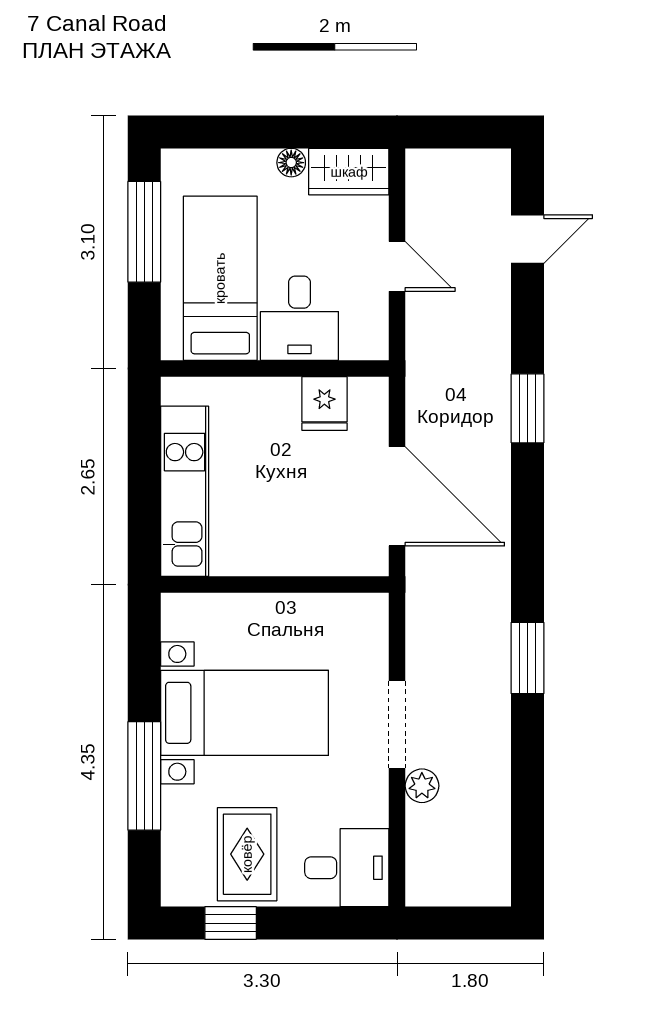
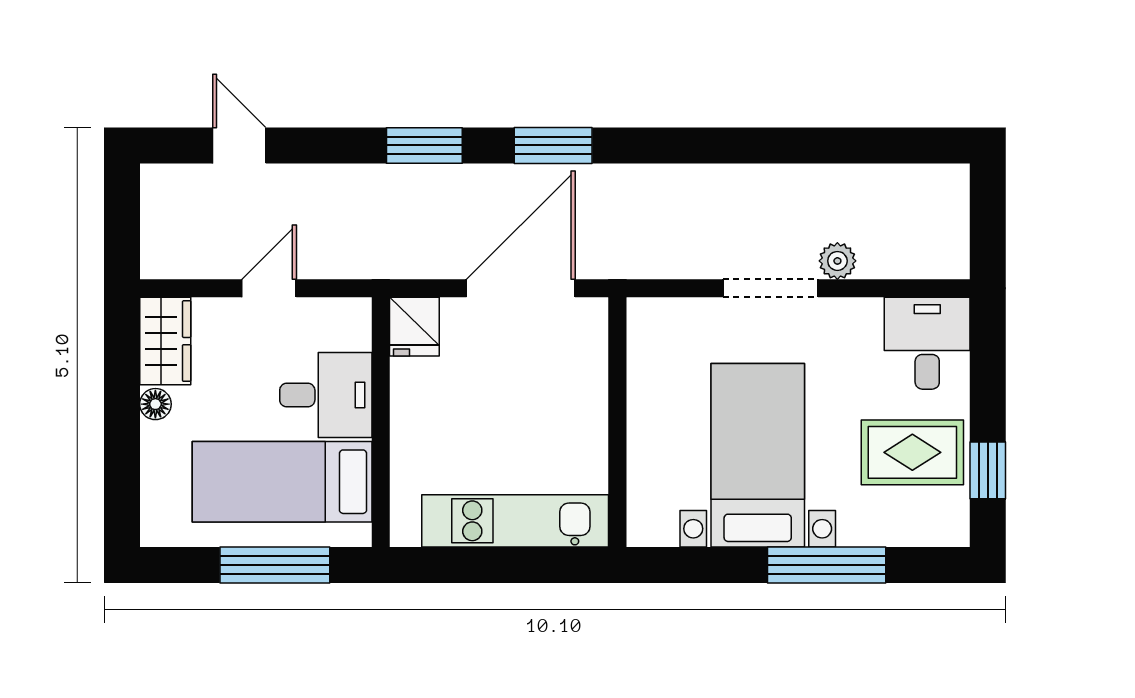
window: (144, 232) -> (275, 565), moved
fridge: (324, 404) -> (414, 327), moved, turned 90
window: (528, 658) -> (553, 145), moved

